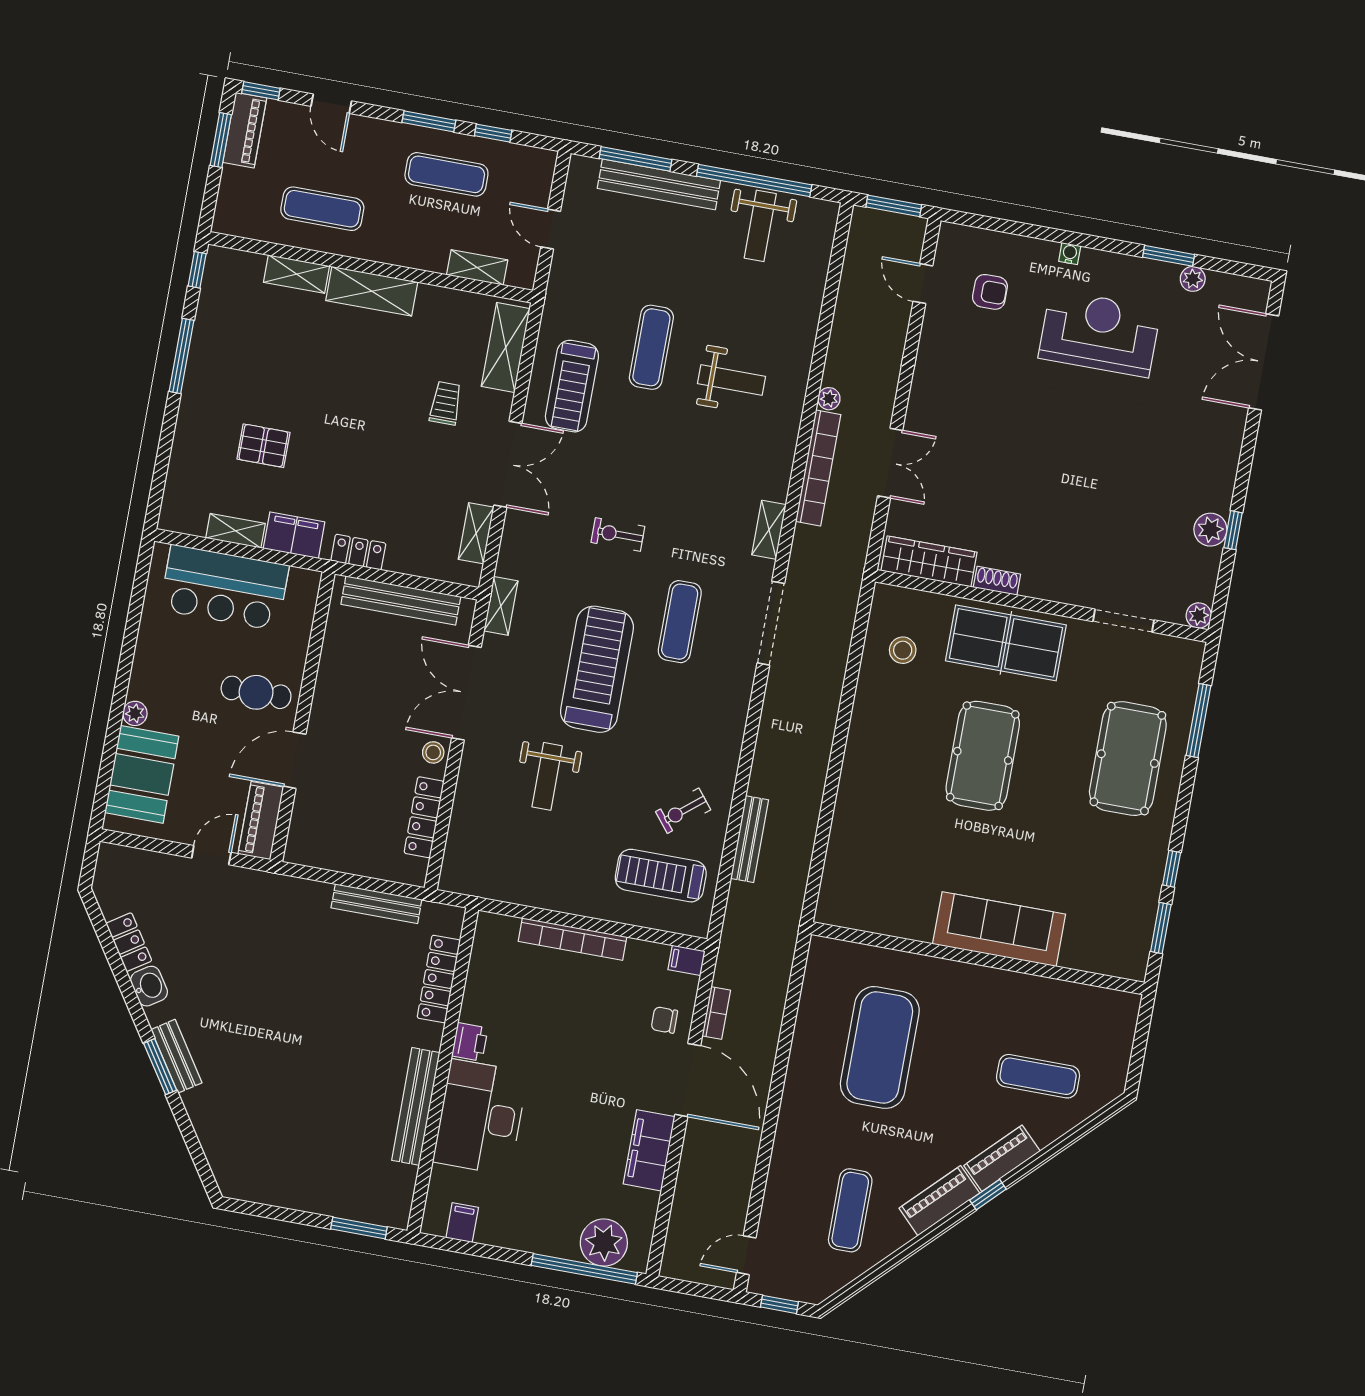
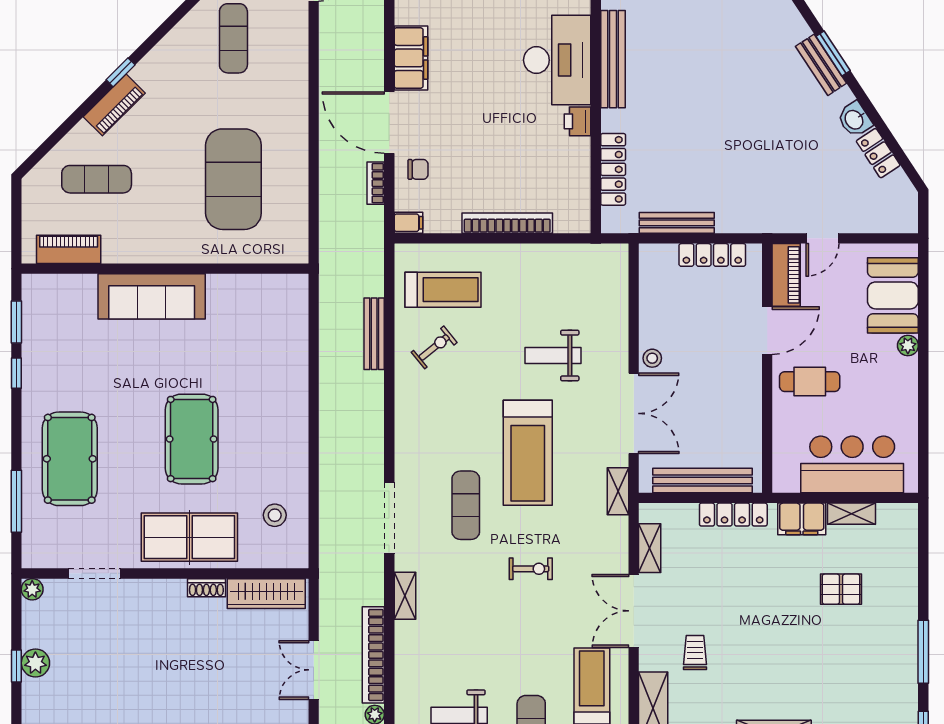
trolley: (446, 403) -> (695, 652), turned 180
locker: (358, 552) -> (733, 515), width x1.53
weight bench: (547, 776) -> (553, 355), turned -90
locker: (424, 817) -> (712, 255), moved, turned 90
piano: (939, 1201) -> (69, 249), moved, turned -135

